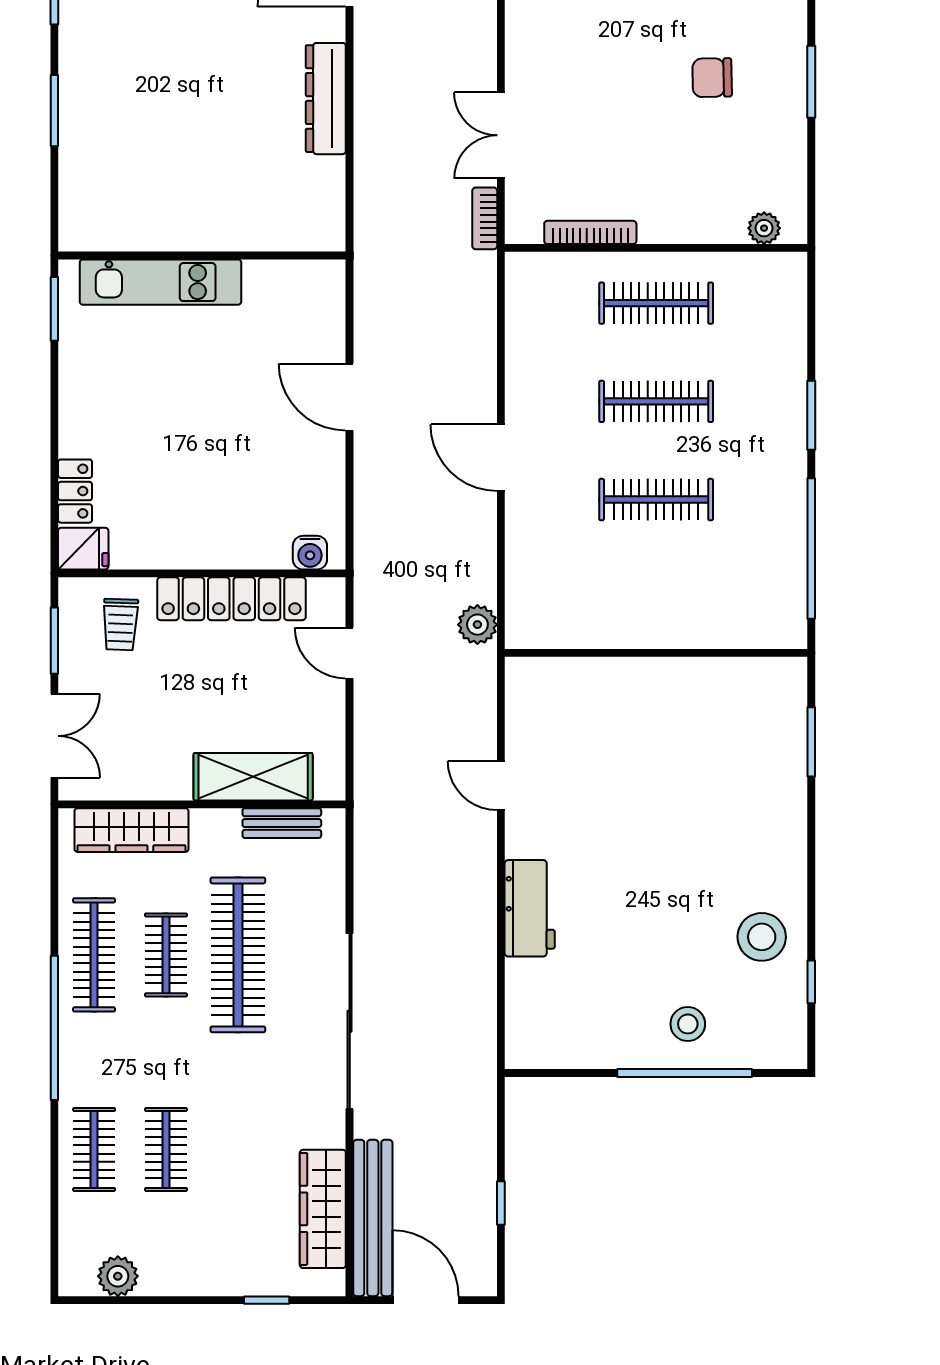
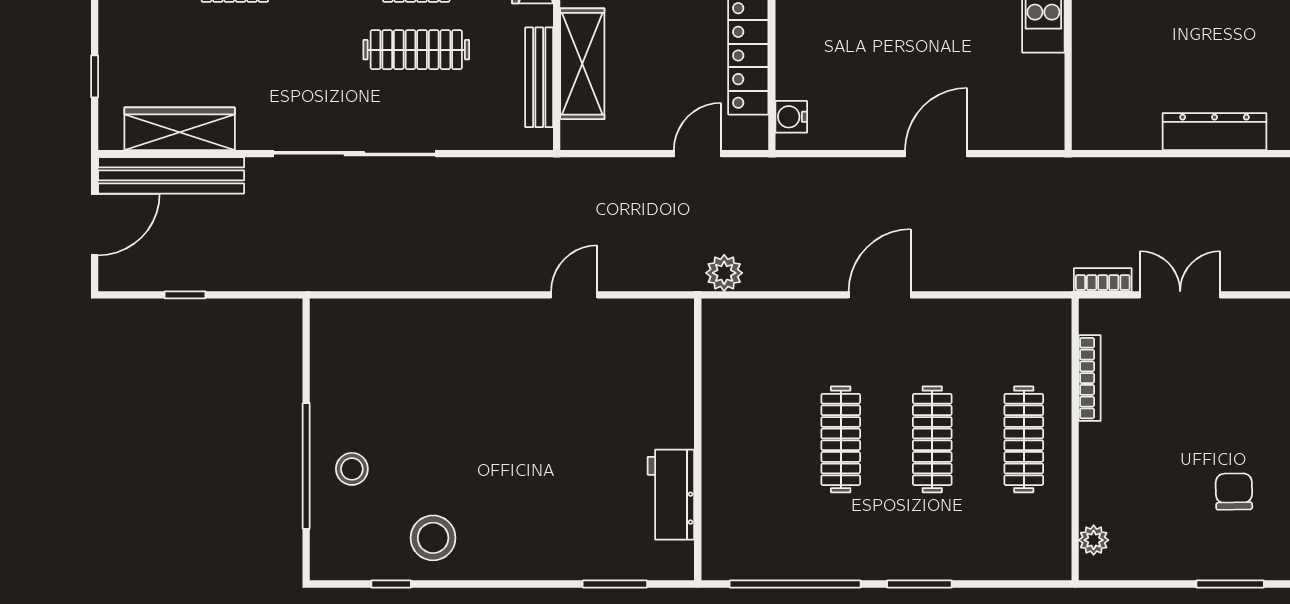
bench: (282, 823) -> (539, 77), width x1.36
workbench: (530, 908) -> (671, 495), moved, turned 90
clothes rail: (238, 955) -> (416, 50), width x0.73, depth x0.76

